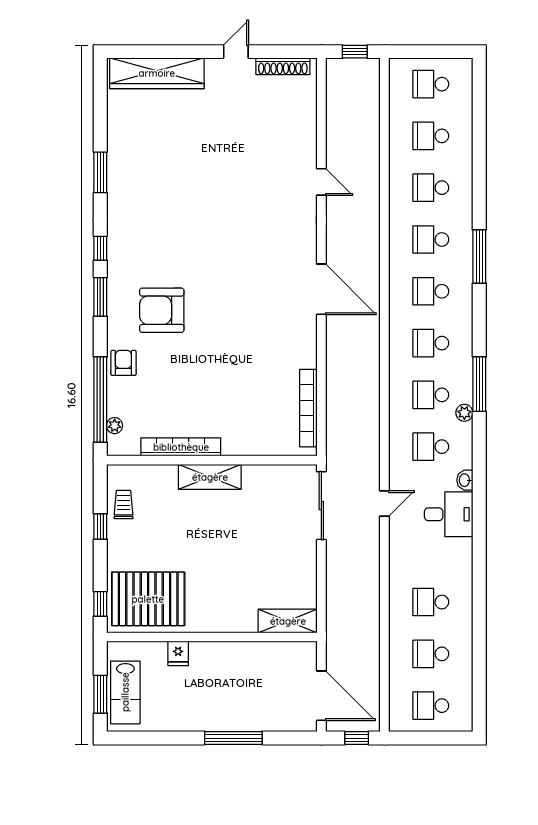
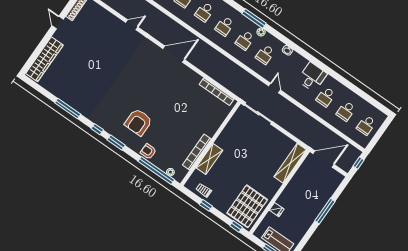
window: (100, 172) -> (68, 109), width x1.44
shelving: (210, 477) -> (209, 159), moved
desk: (449, 514) -> (312, 77), moved
shelving: (288, 621) -> (290, 163), width x1.47
door: (321, 696) -> (324, 159), moved

